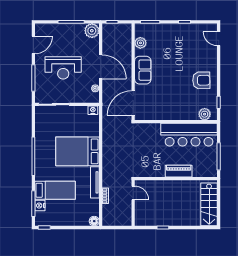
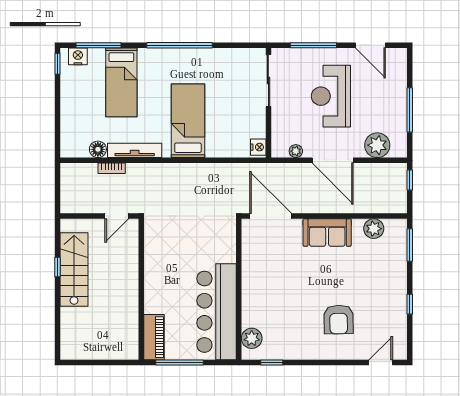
plant: (92, 31) -> (377, 145), moved
door: (101, 67) -> (333, 160), hinge flipped
armchair: (201, 80) -> (339, 320), moved
bed: (78, 151) -> (188, 121), width x0.67
piano: (179, 171) -> (154, 337), moved
stairs: (209, 204) -> (74, 269), moved, turned 90
nightstand: (40, 206) -> (78, 56), moved
floor lamp: (94, 221) -> (98, 149), moved

